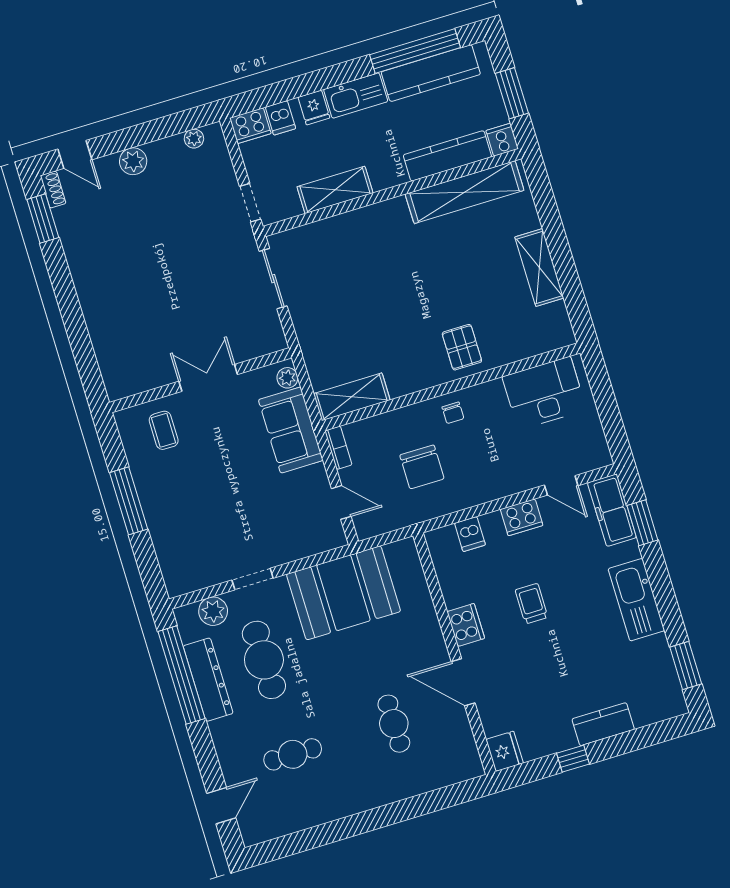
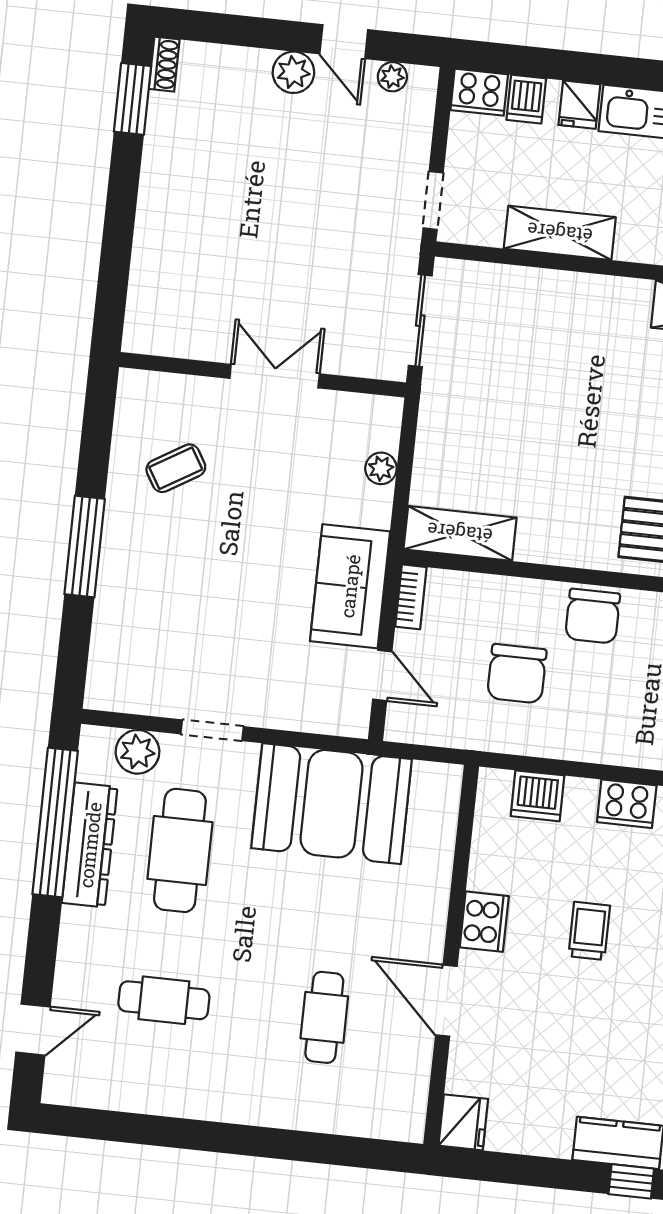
door: (75, 154) -> (344, 42), moved
double door: (208, 378) -> (275, 376), moved
wall: (201, 380) -> (263, 375), moved
chair: (453, 413) -> (593, 616), width x1.87, depth x1.87
coffee table: (164, 430) -> (176, 468), turned 59
sofa: (291, 430) -> (350, 586), moved
dishwasher: (470, 534) -> (537, 796), width x1.38
window: (573, 759) -> (631, 1181), moved

